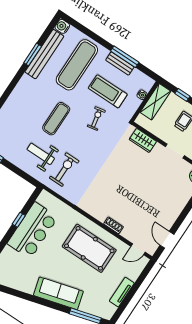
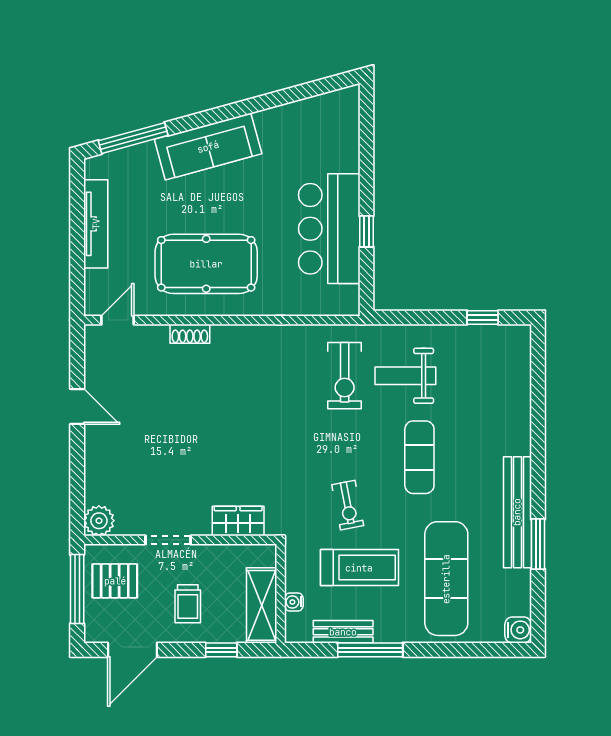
bench: (44, 54) -> (517, 512), moved
bench: (120, 64) -> (343, 632), moved
weight bench: (41, 154) -> (405, 376), turned 180
door: (167, 240) -> (77, 406), moved
tv unit: (122, 292) -> (96, 224), width x1.41

